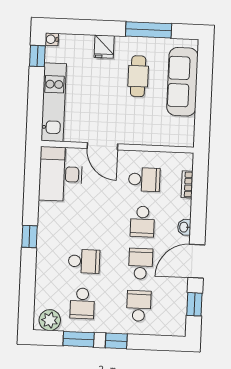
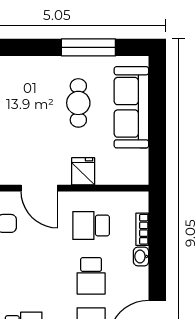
fridge: (104, 47) -> (83, 171), moved, turned 180
school desk: (144, 179) -> (91, 226), turned 180
washbasin: (184, 227) -> (141, 256), moved

